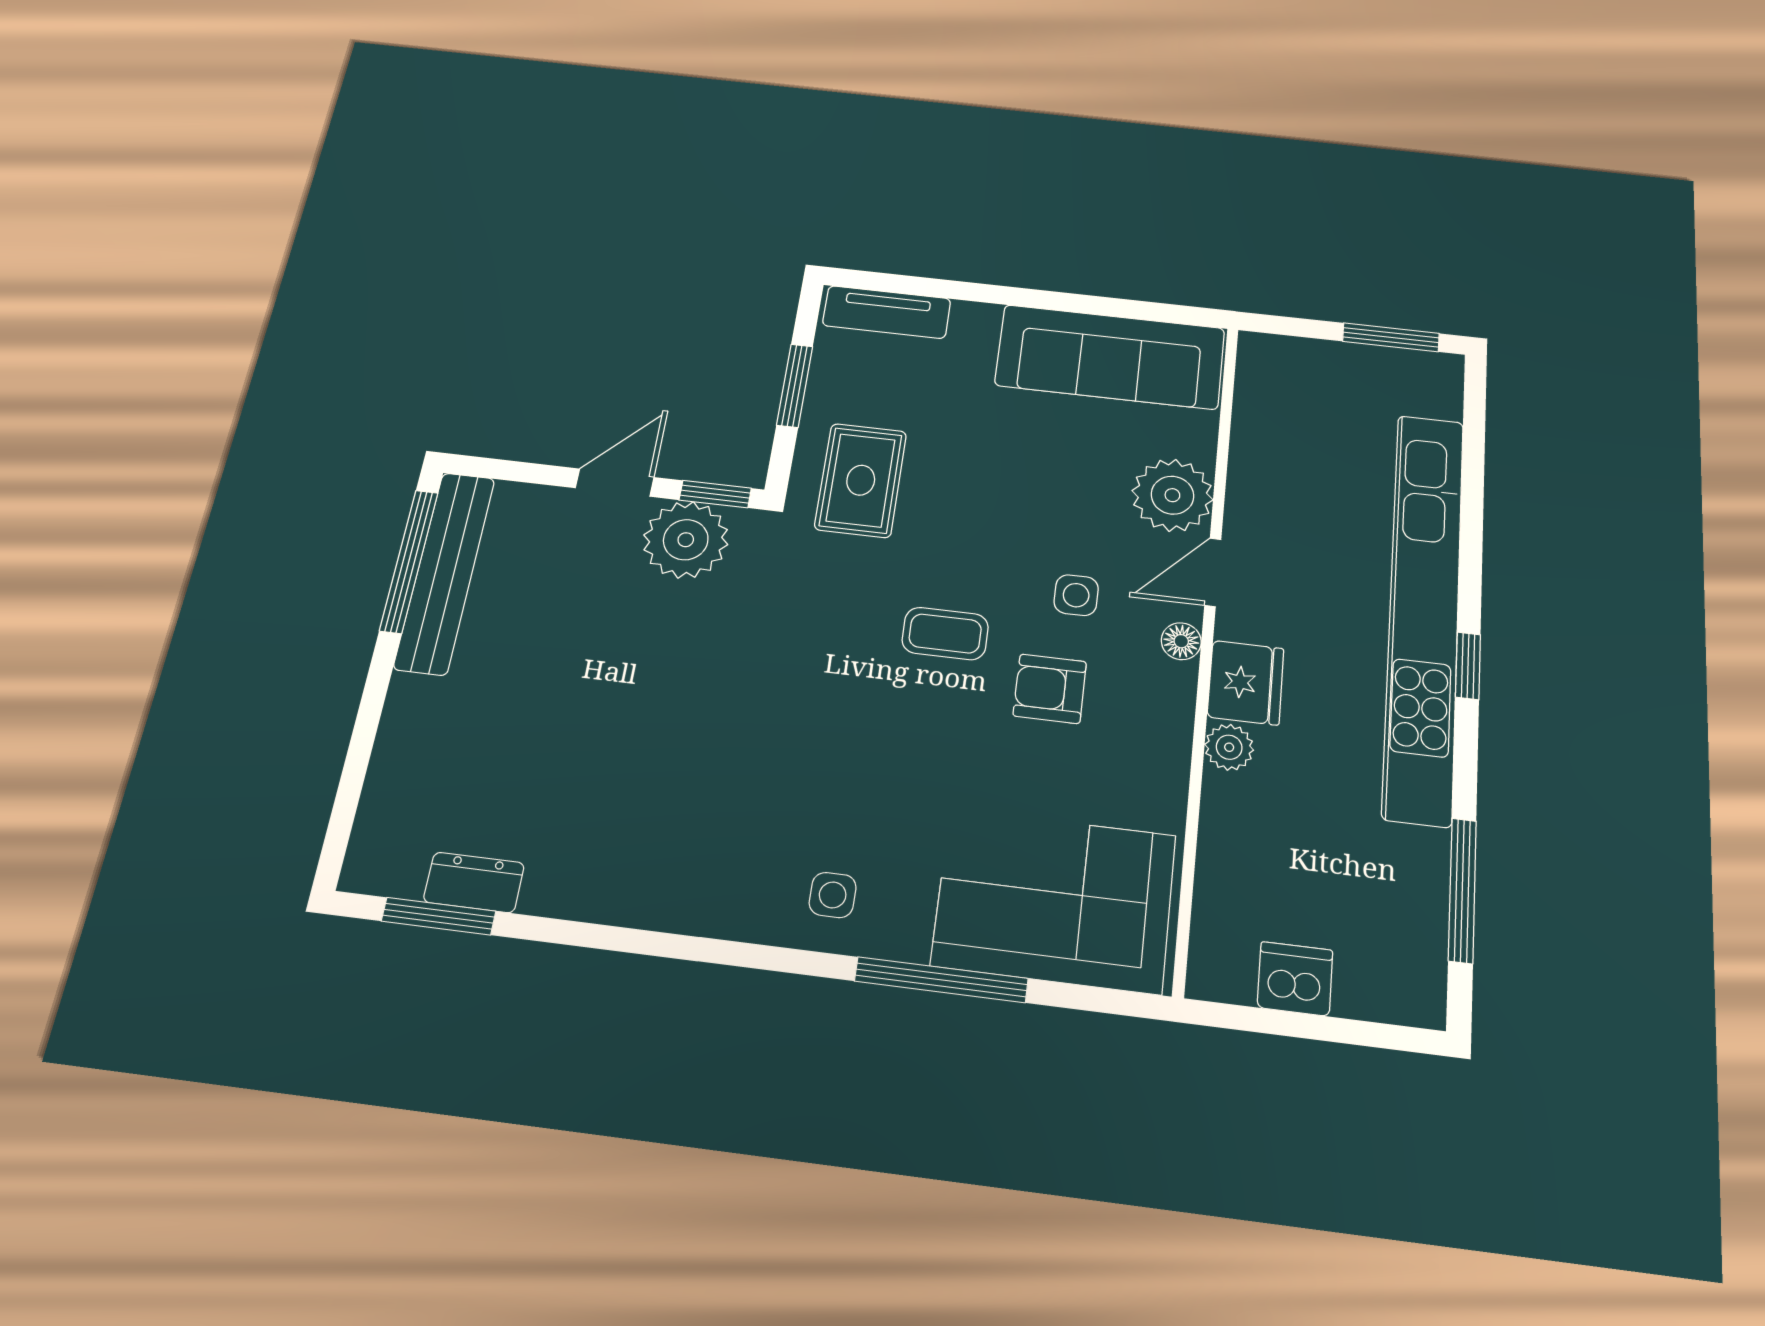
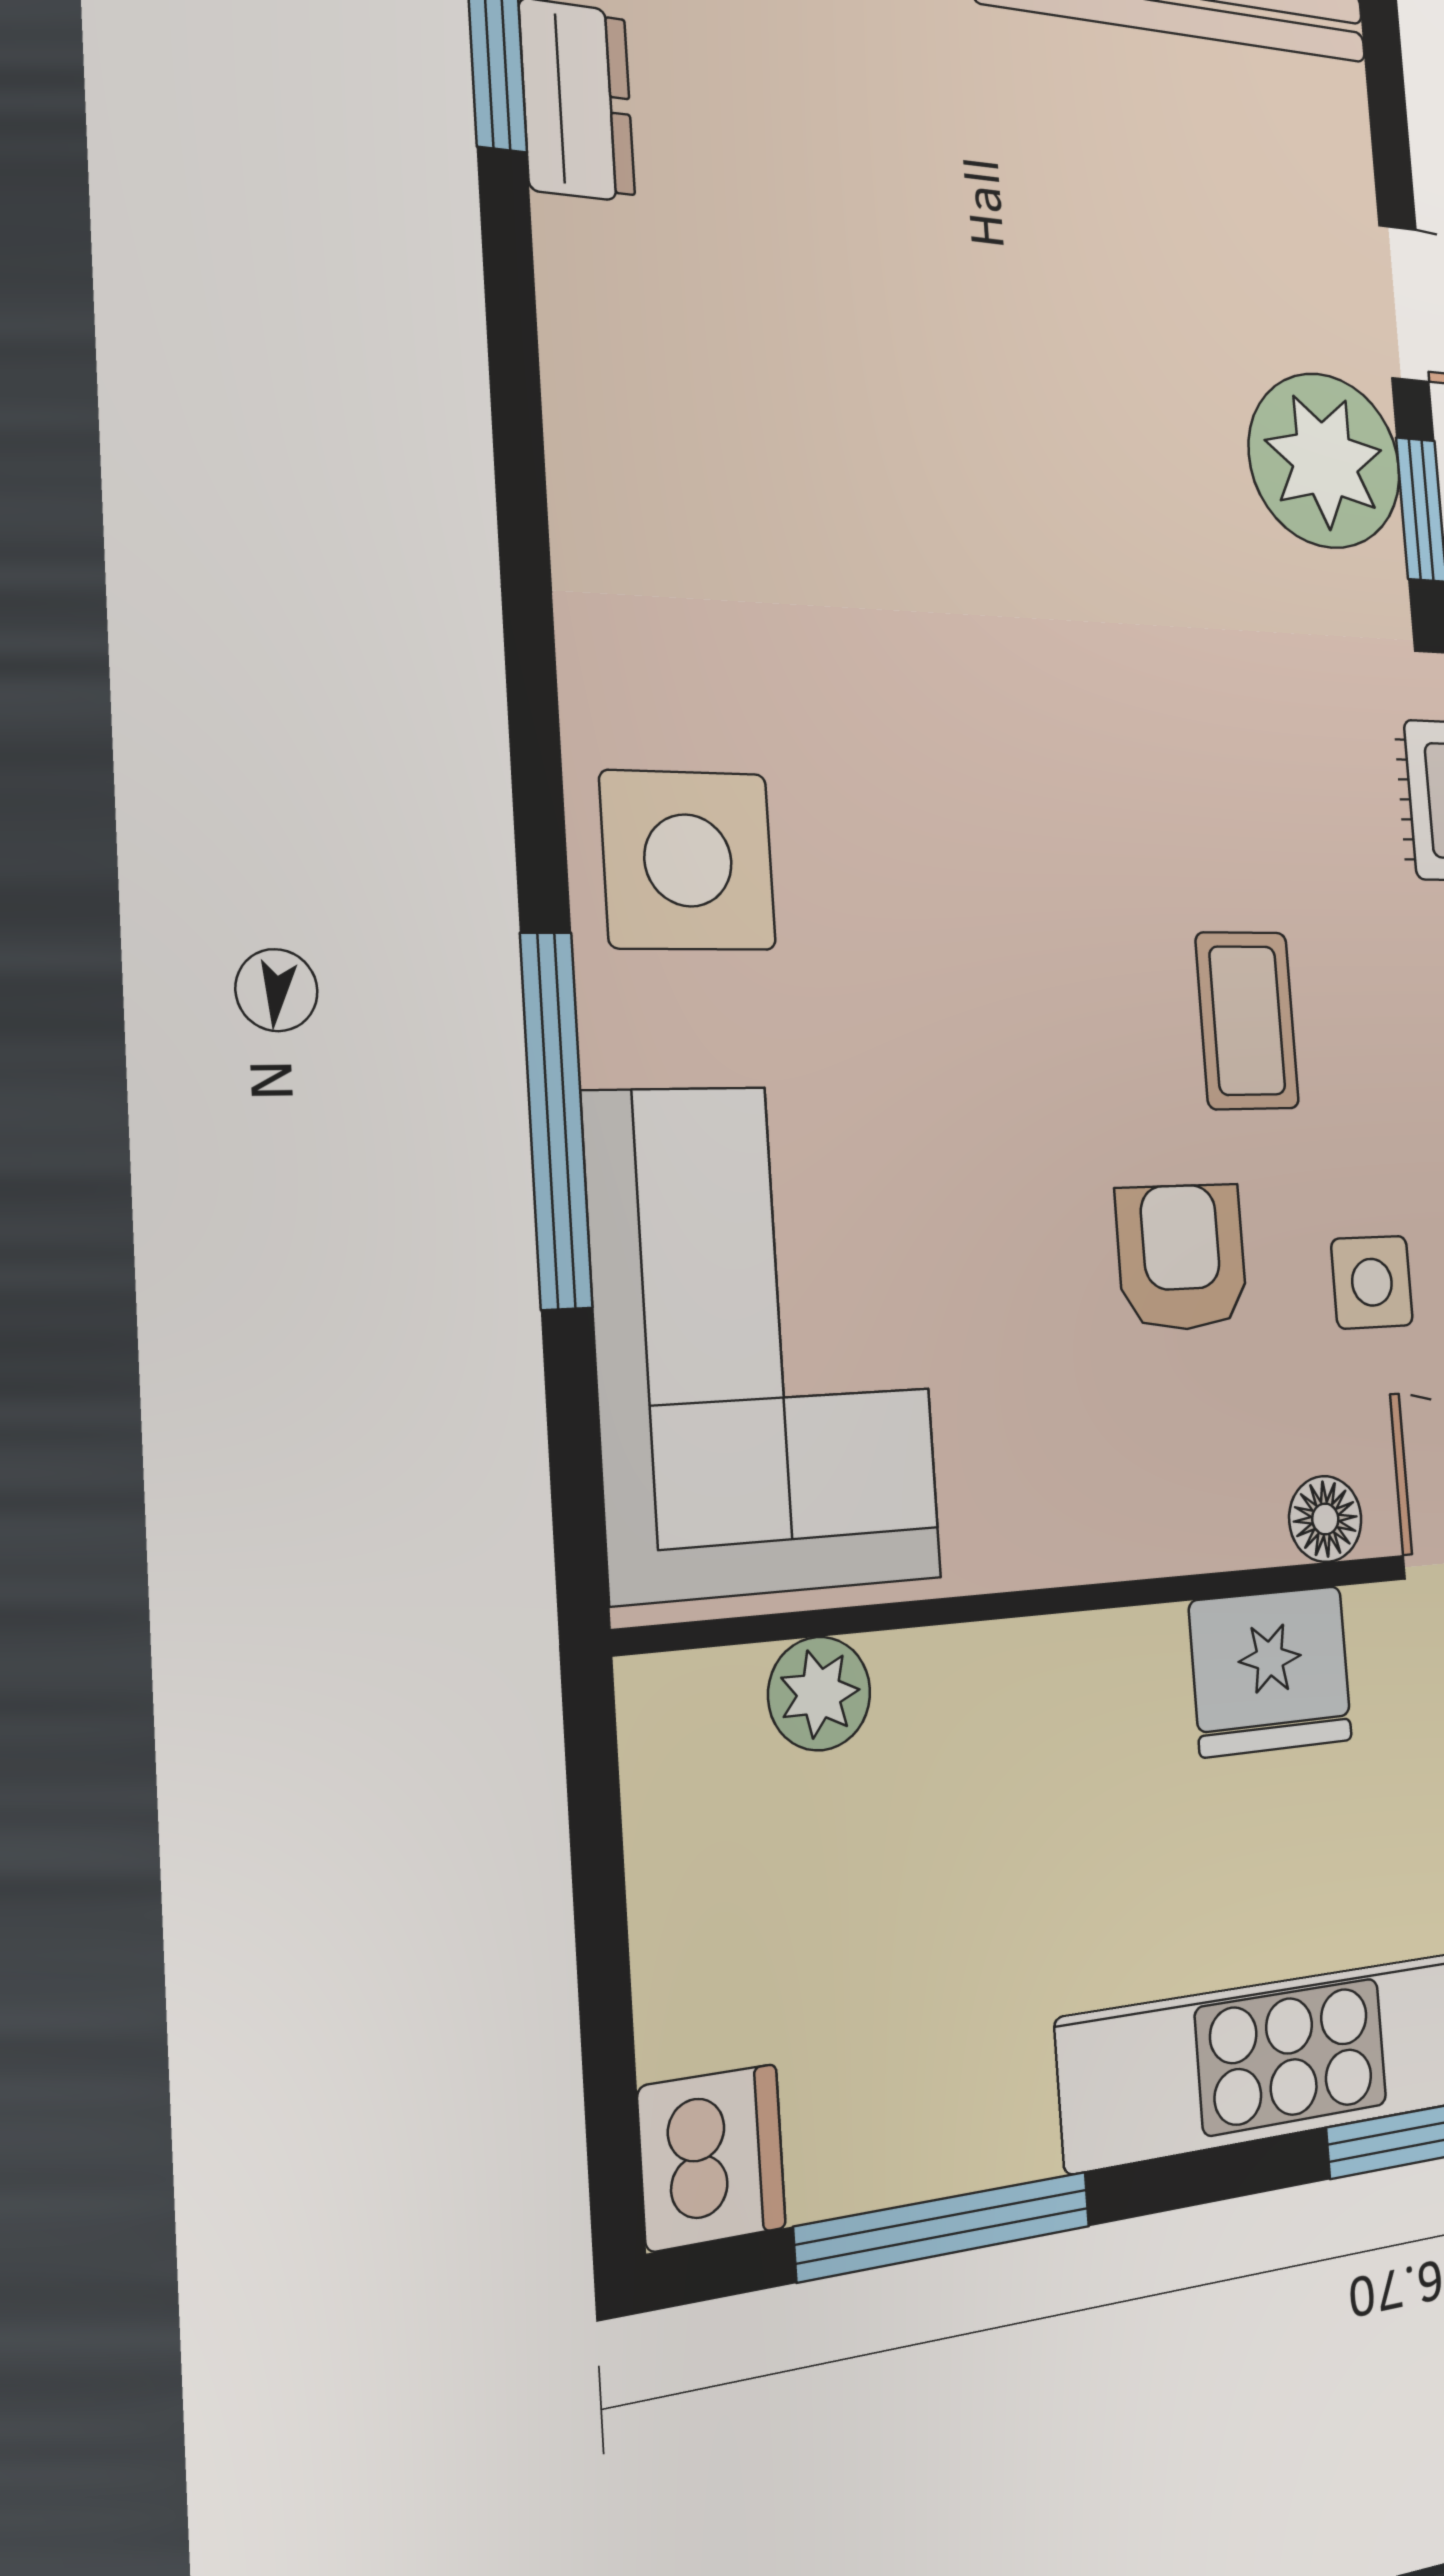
plant: (1229, 747) -> (819, 1694), moved
side table: (833, 895) -> (688, 860), width x1.87, depth x1.87
dishwasher: (1295, 979) -> (712, 2158), moved

